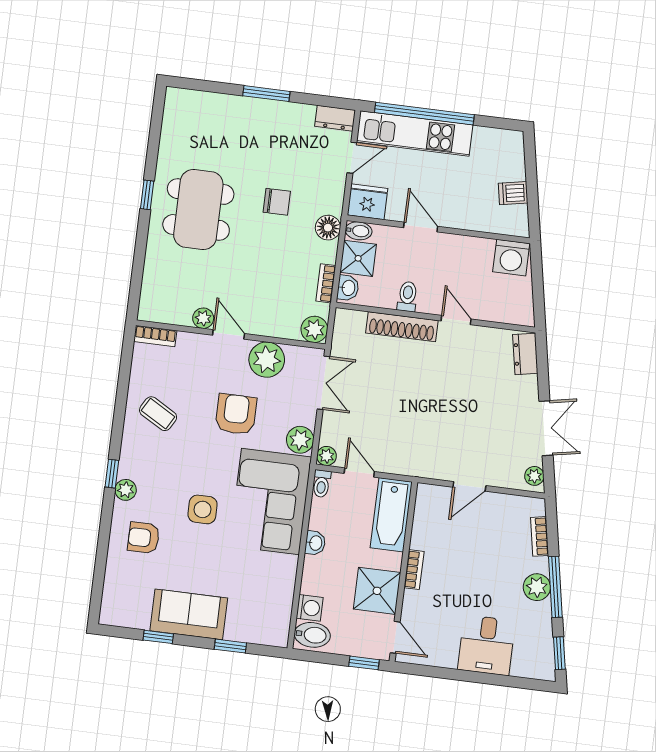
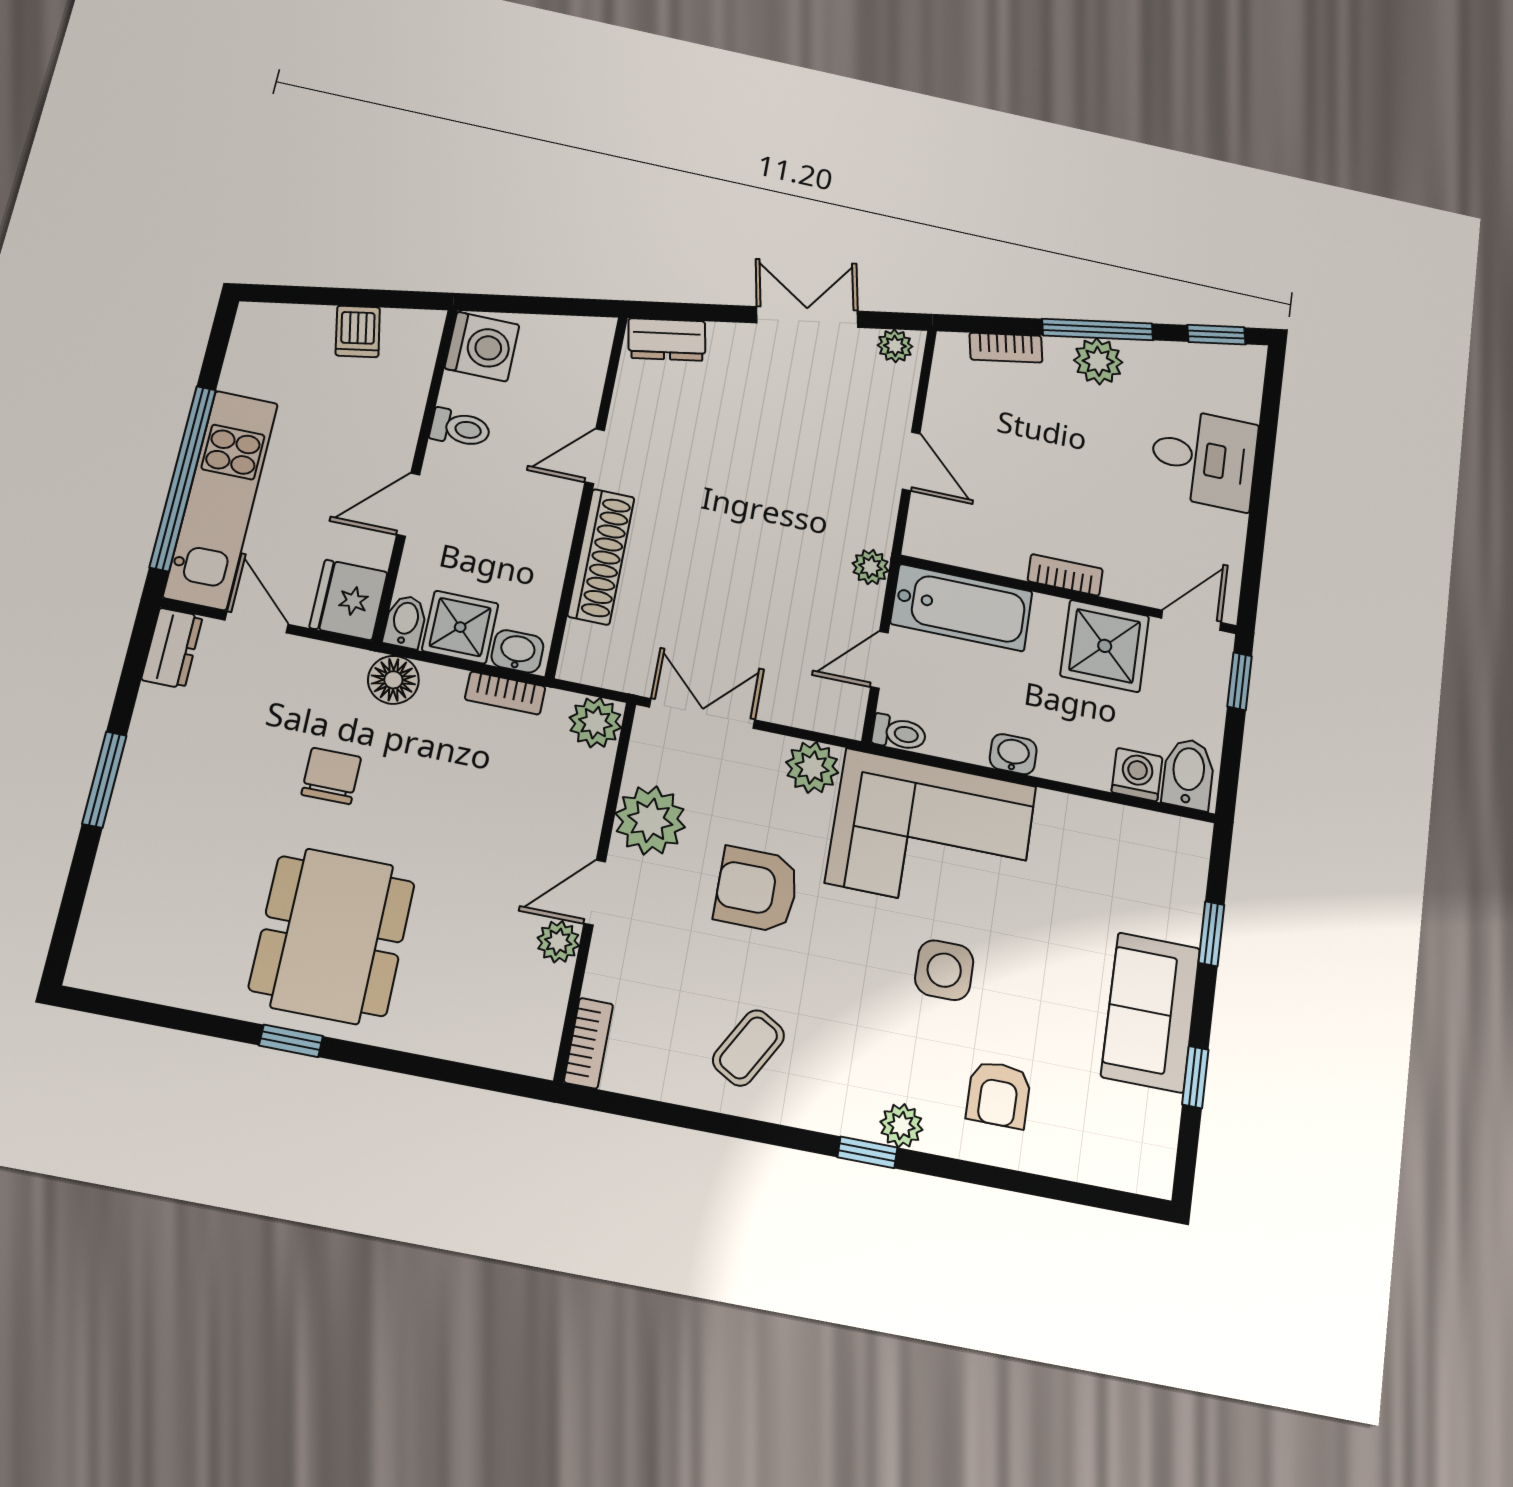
dining table: (198, 209) -> (332, 936), turned 90
toilet: (407, 297) -> (460, 428), moved, turned 180
plant: (326, 456) -> (871, 567), moved

